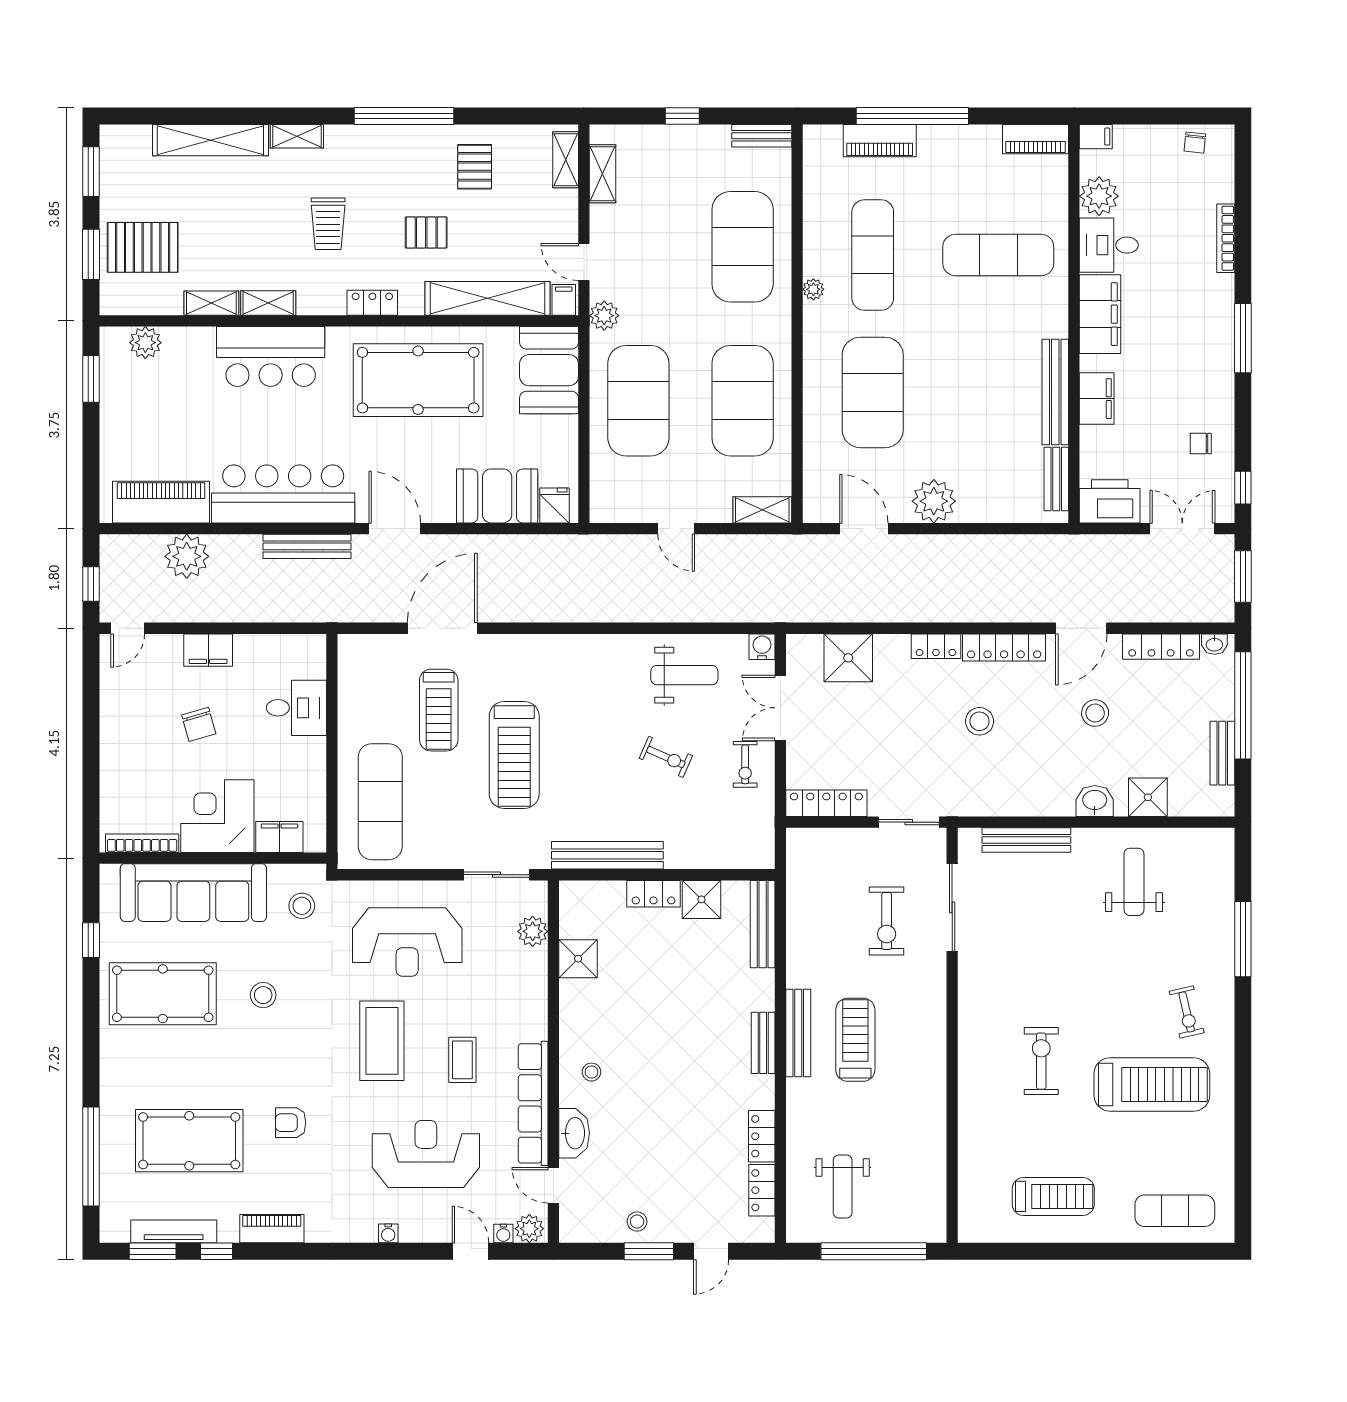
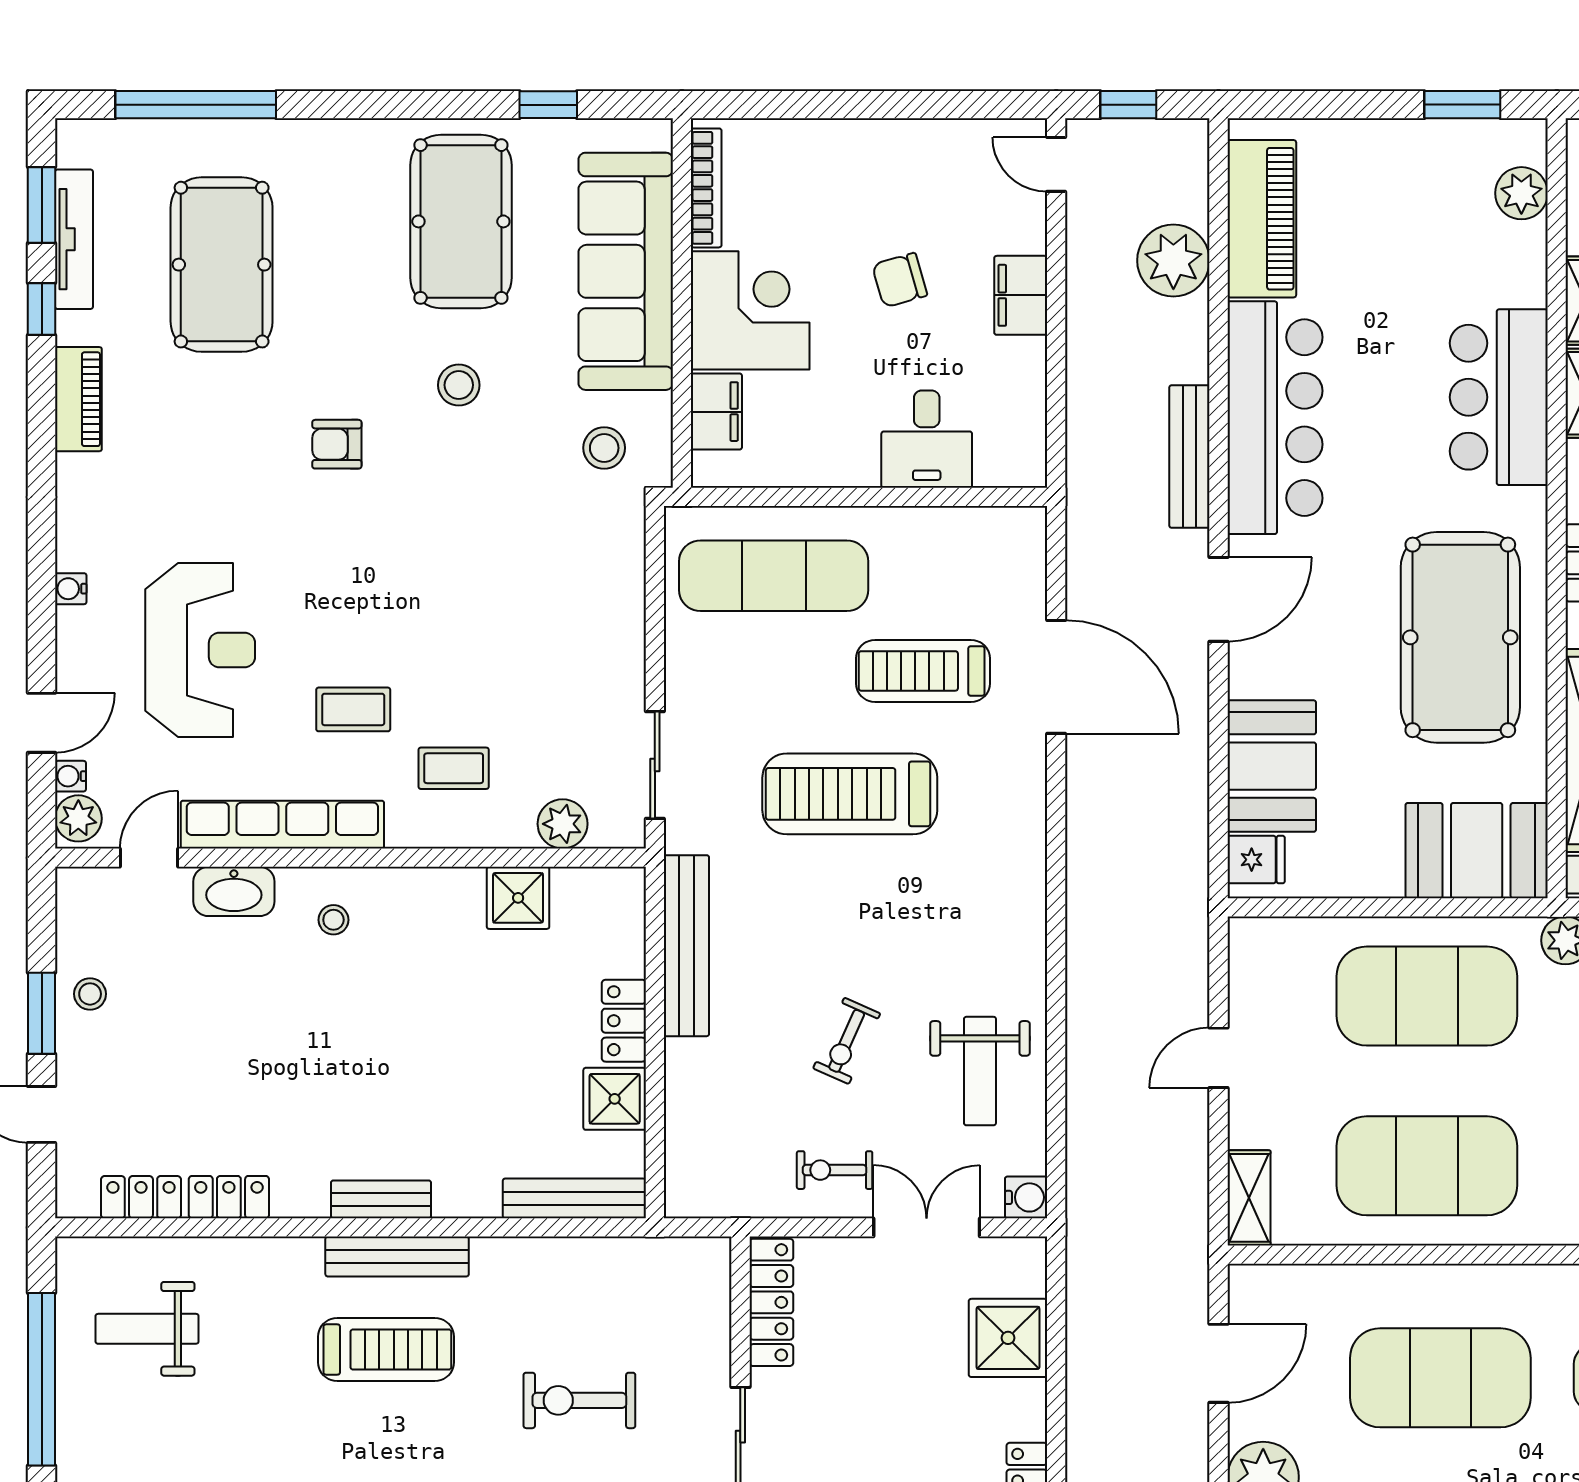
reception desk: (407, 942) -> (545, 620), removed
coffee table: (382, 1041) -> (454, 768), moved, width x0.54, depth x0.58
armchair: (291, 1123) -> (337, 444), moved, turned -90

